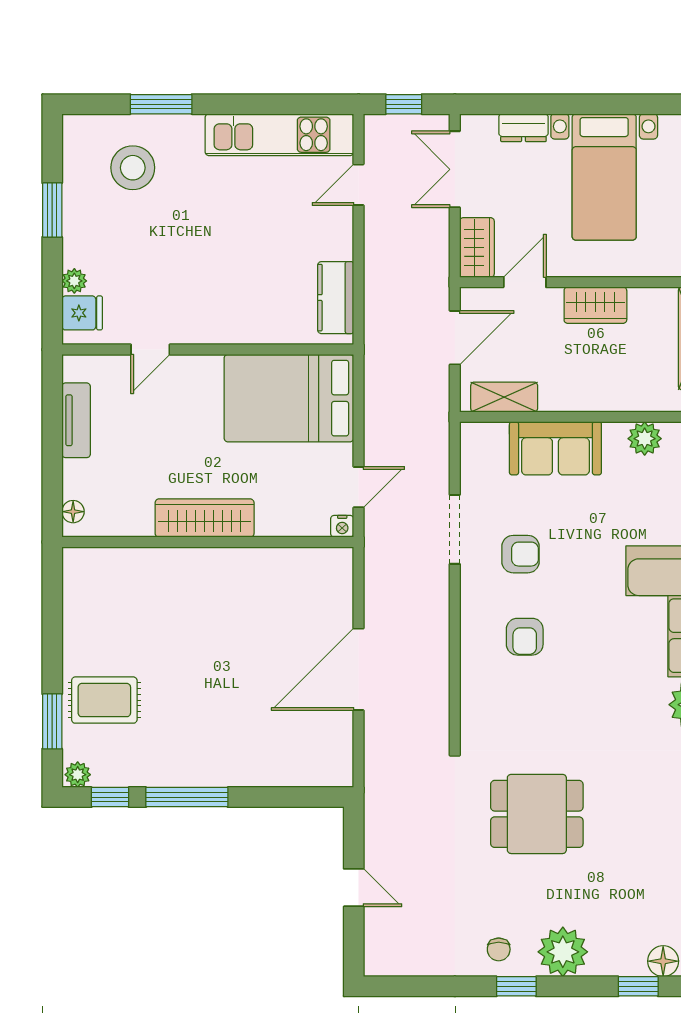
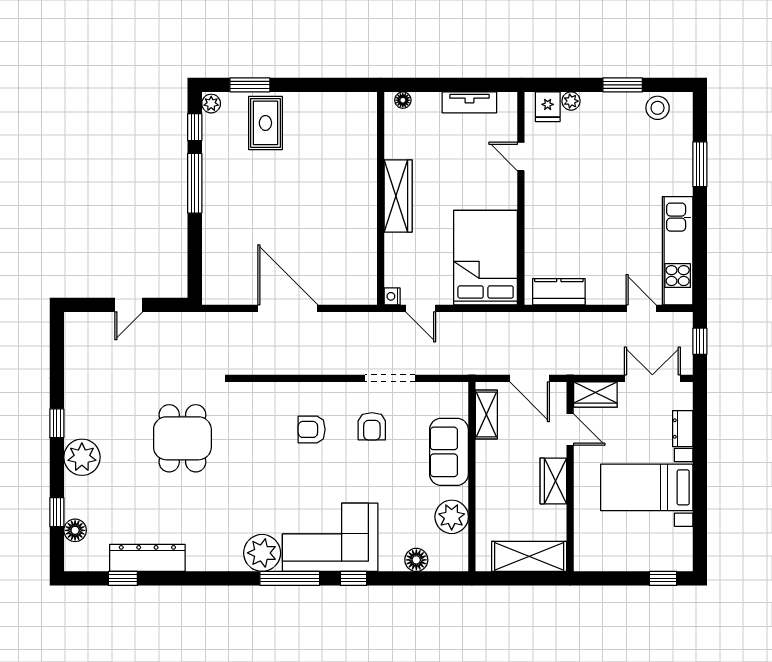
stool: (133, 168) -> (658, 108), moved, width x0.73, depth x0.73
plant: (645, 439) -> (452, 517), width x1.36, depth x1.36
chair: (499, 949) -> (84, 410), removed

